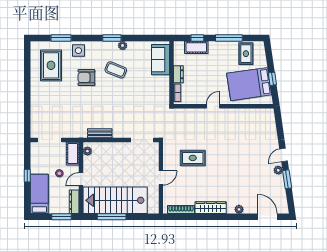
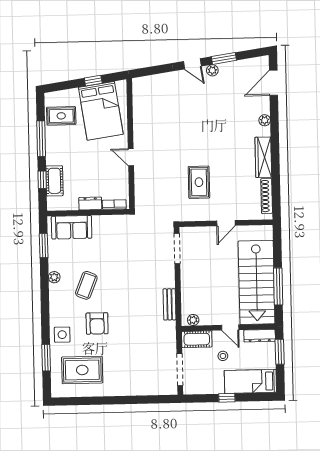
window: (112, 38) -> (44, 246), moved
door: (161, 178) -> (226, 223), swing flipped

